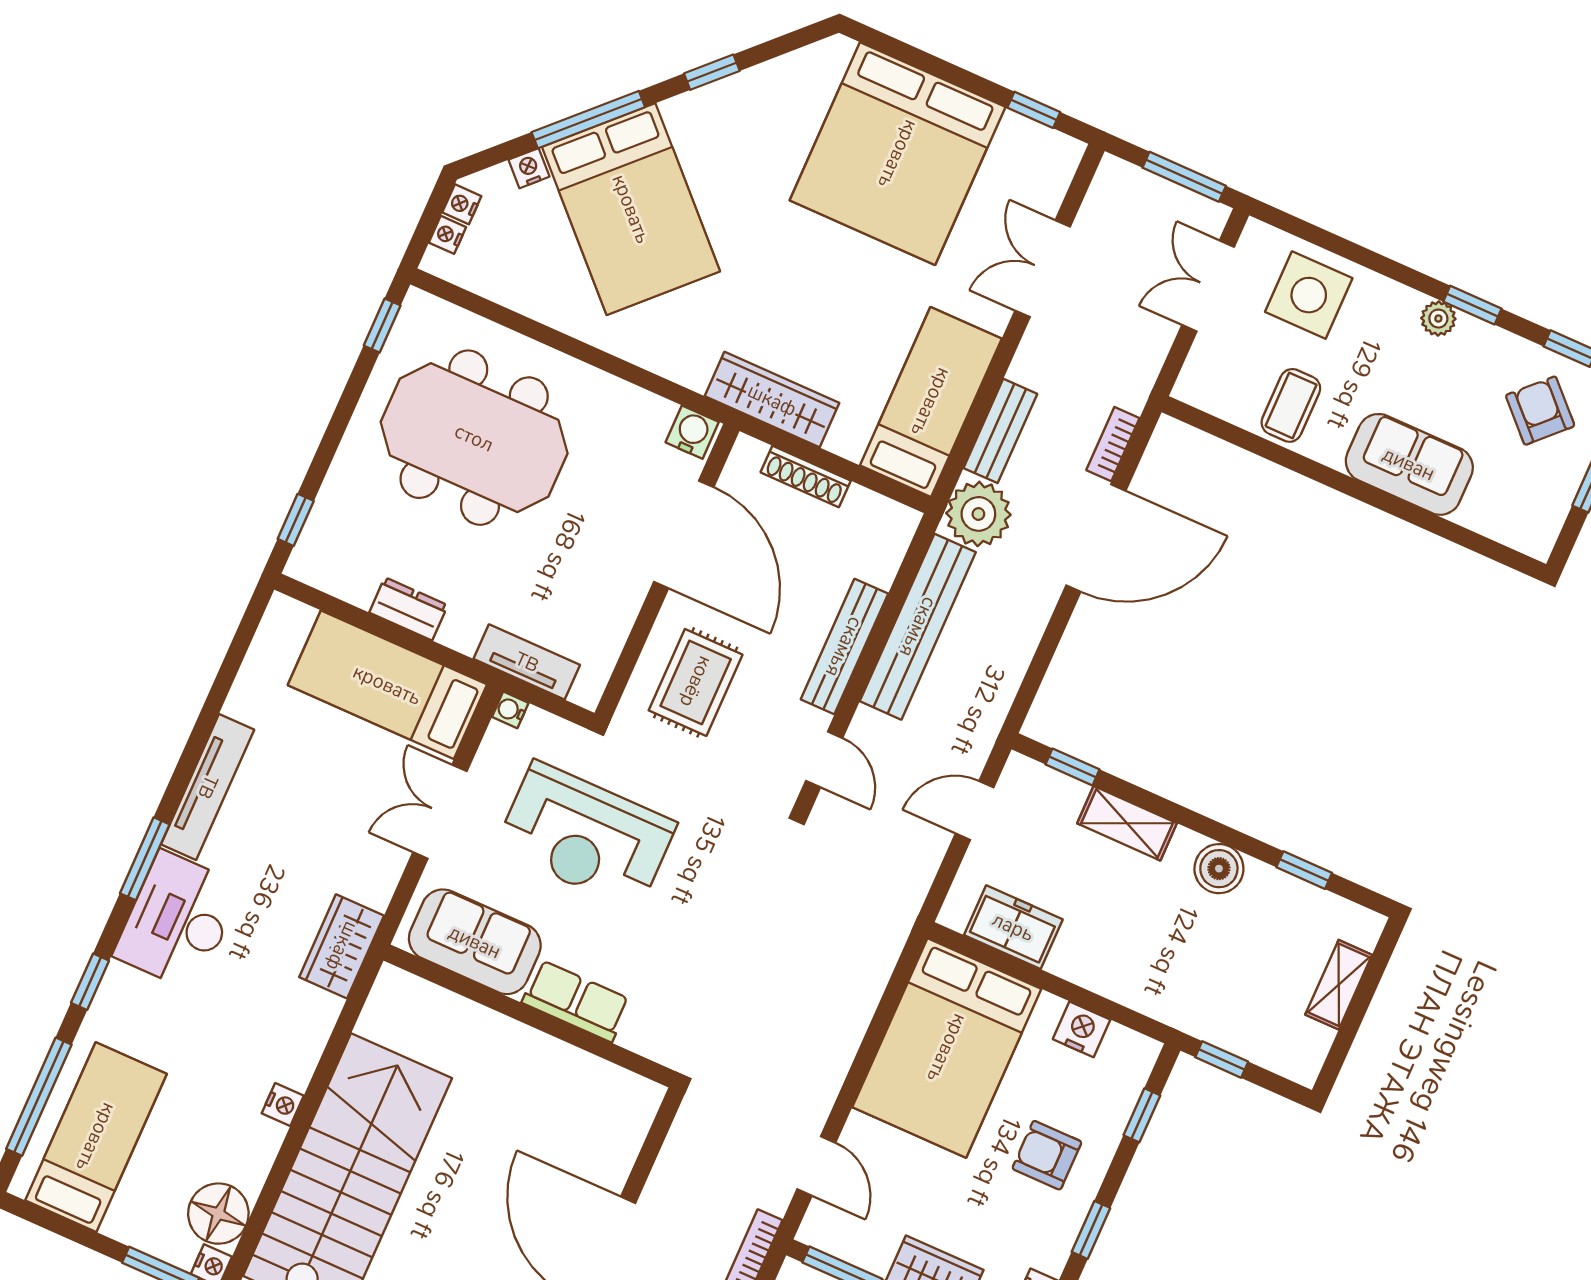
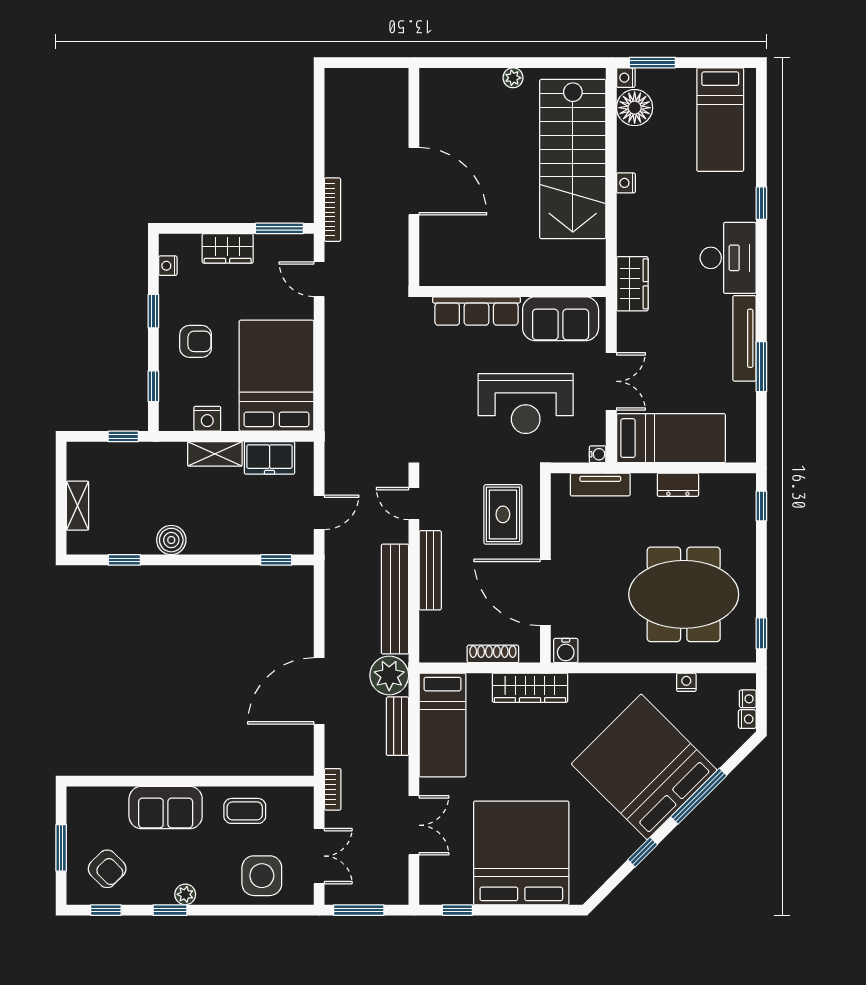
nightstand: (529, 168) -> (686, 682), moved, turned -135
bed: (631, 209) -> (644, 767), width x1.36
coffee table: (1291, 405) -> (245, 811), turned 90
bookcase: (1113, 444) -> (333, 789), moved
shelving: (1127, 823) -> (215, 454), moved
reception desk: (586, 836) -> (526, 404), turned 180
window: (145, 859) -> (761, 367), moved
row of seats: (576, 1001) -> (476, 311), width x1.48
window: (39, 1097) -> (761, 128), removed

